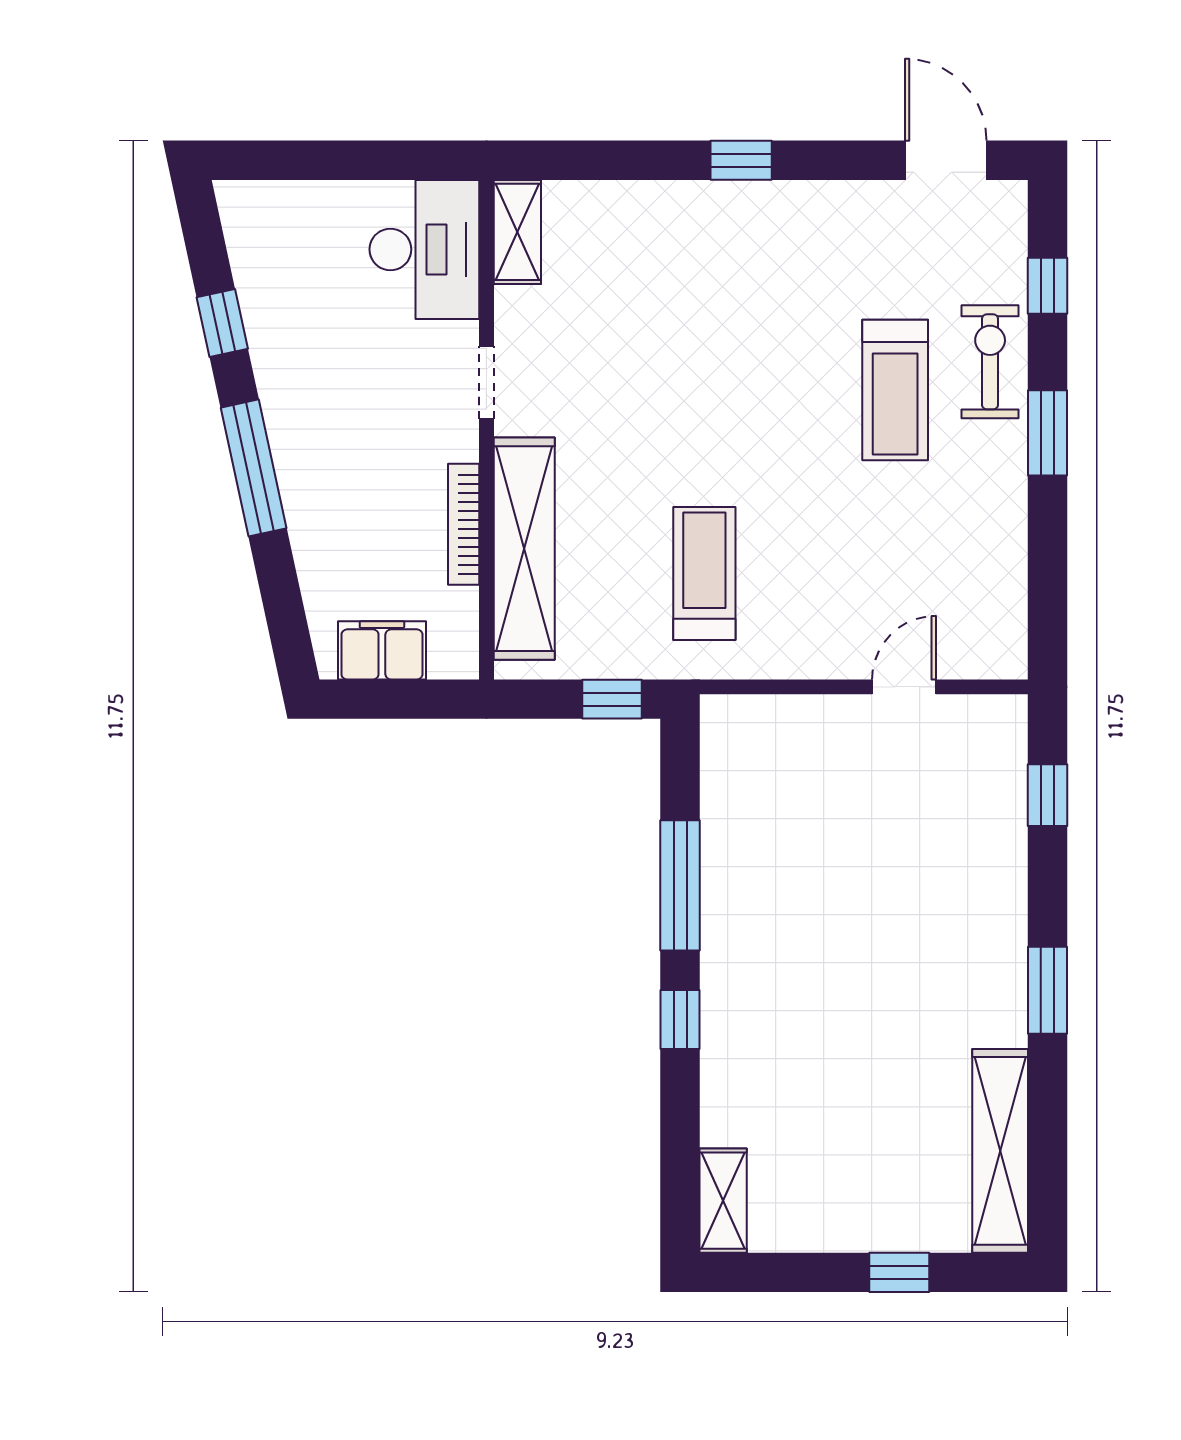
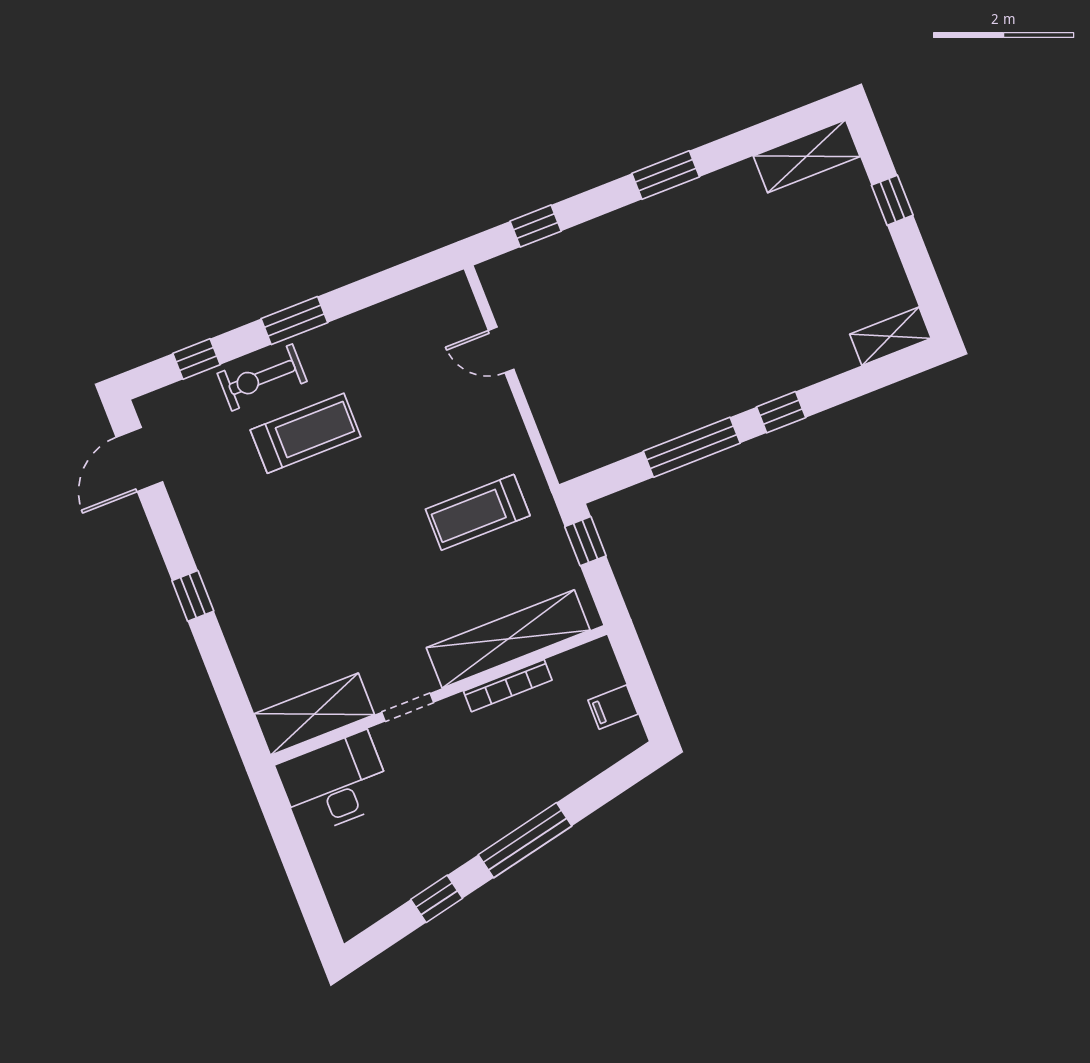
shelving: (517, 232) -> (314, 714), width x1.50, depth x1.33
filing cabinet: (382, 650) -> (613, 707), width x0.50
shelving: (1000, 1151) -> (807, 156), width x0.68

